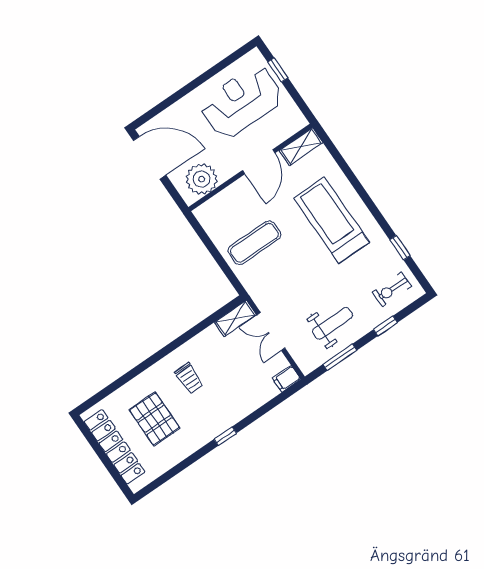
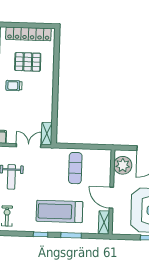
window: (353, 179) -> (71, 235), added
treadmill: (331, 220) -> (59, 211), turned 180
window: (400, 248) -> (41, 234), moved
trolley: (189, 378) -> (14, 86), moved

